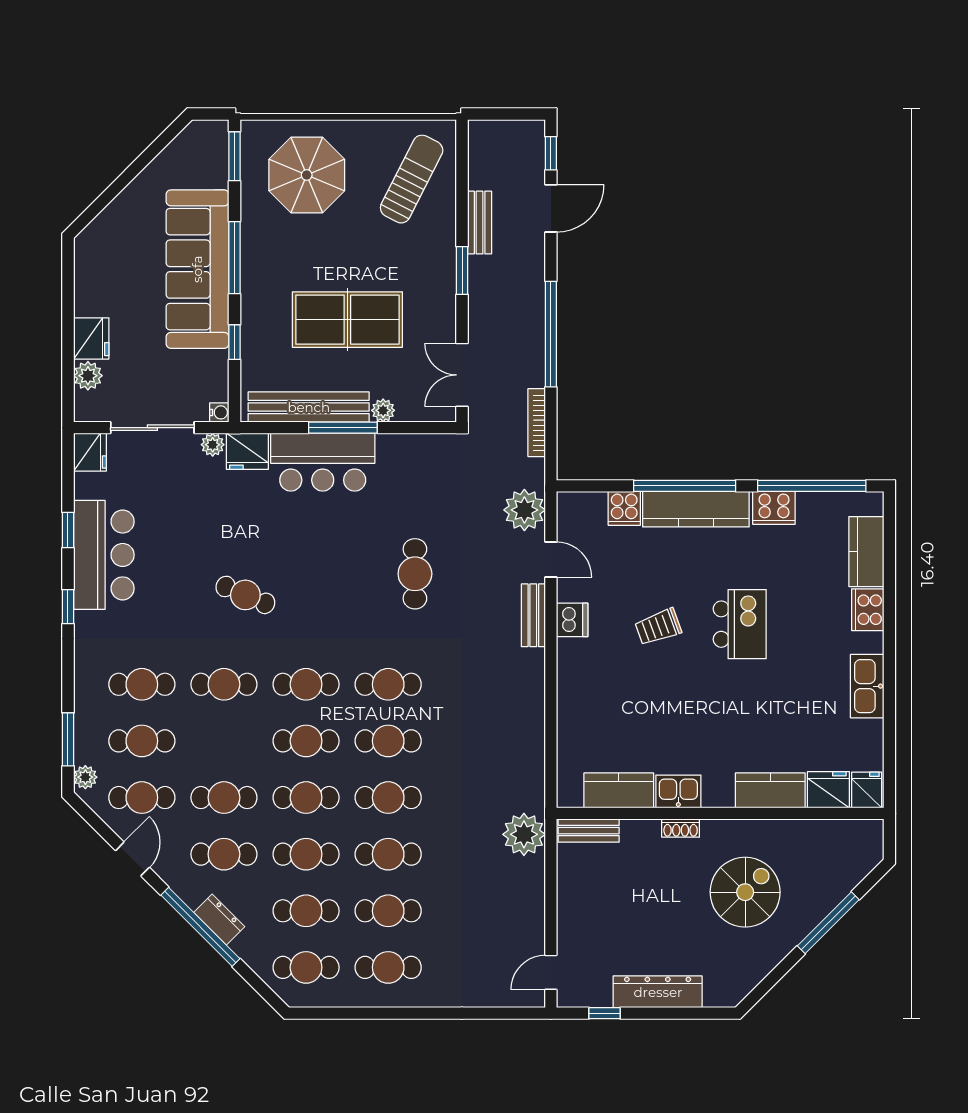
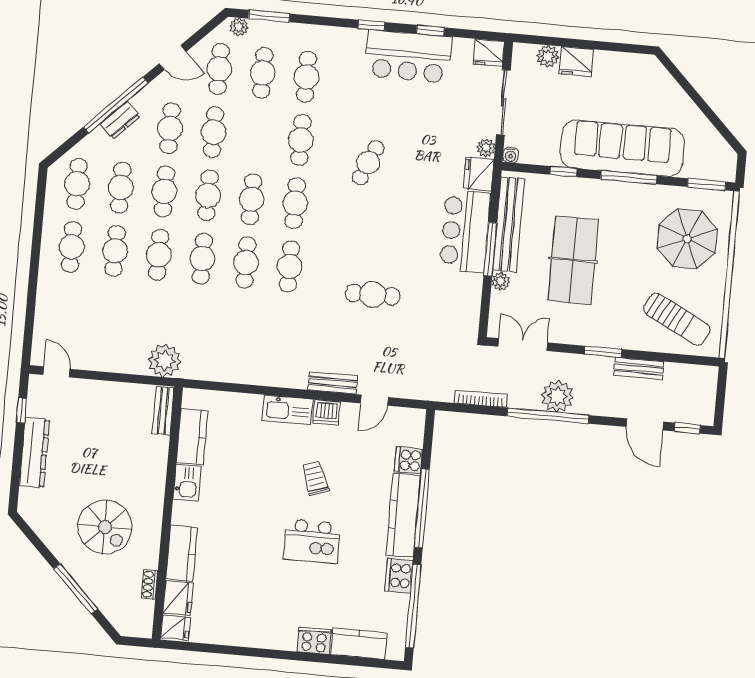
plant: (524, 510) -> (557, 396), moved
kitchen sink: (867, 686) -> (287, 410), moved, turned 180
shoe rack: (681, 828) -> (150, 584), moved

